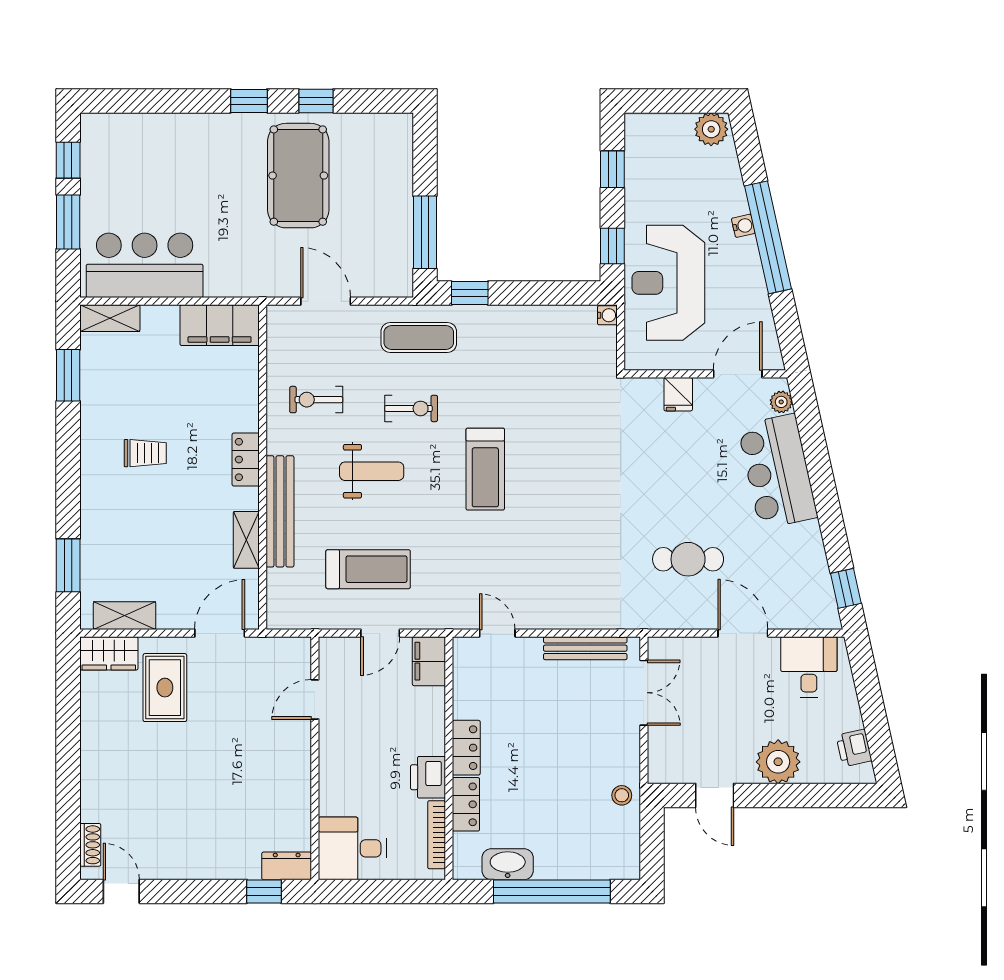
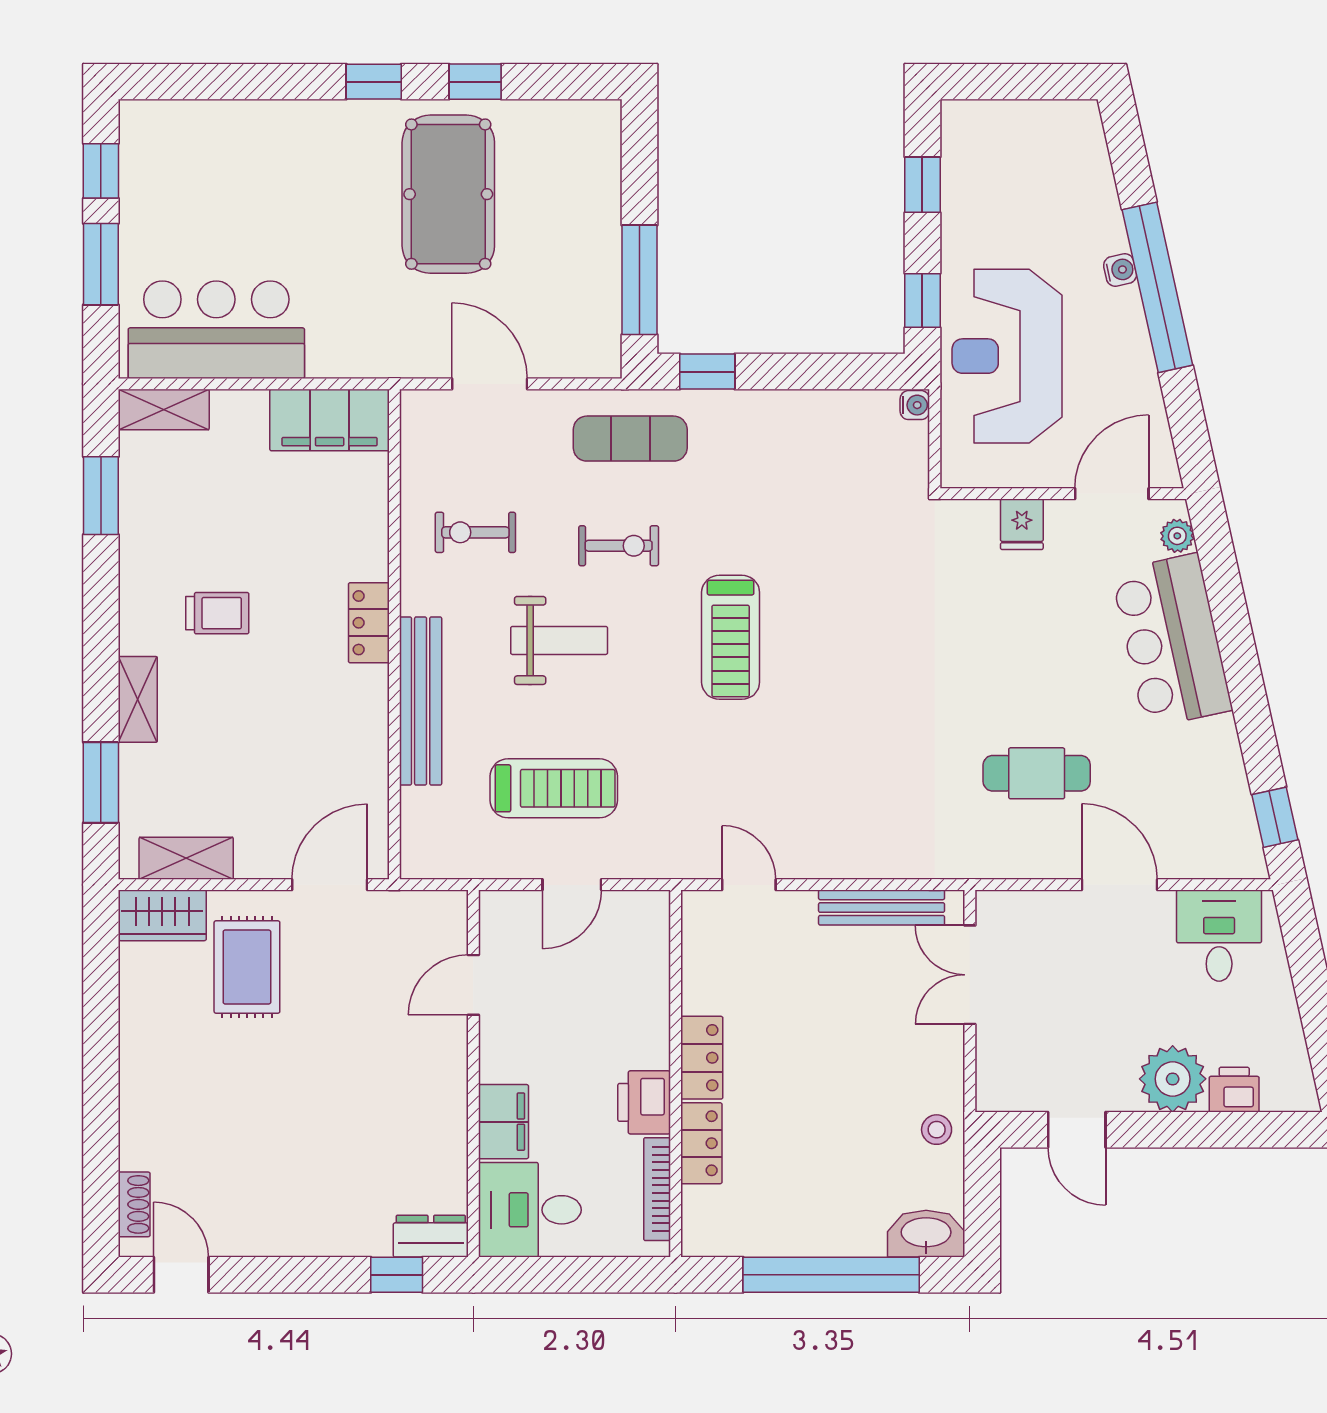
plant: (711, 129) -> (1072, 124), removed
shelving: (246, 540) -> (138, 699), moved
filing cabinet: (429, 661) -> (504, 1122), moved, turned 180
double door: (644, 693) -> (970, 975), swing flipped
printer: (854, 748) -> (1234, 1090), moved, turned 102
washbasin: (508, 864) -> (926, 1234), moved

